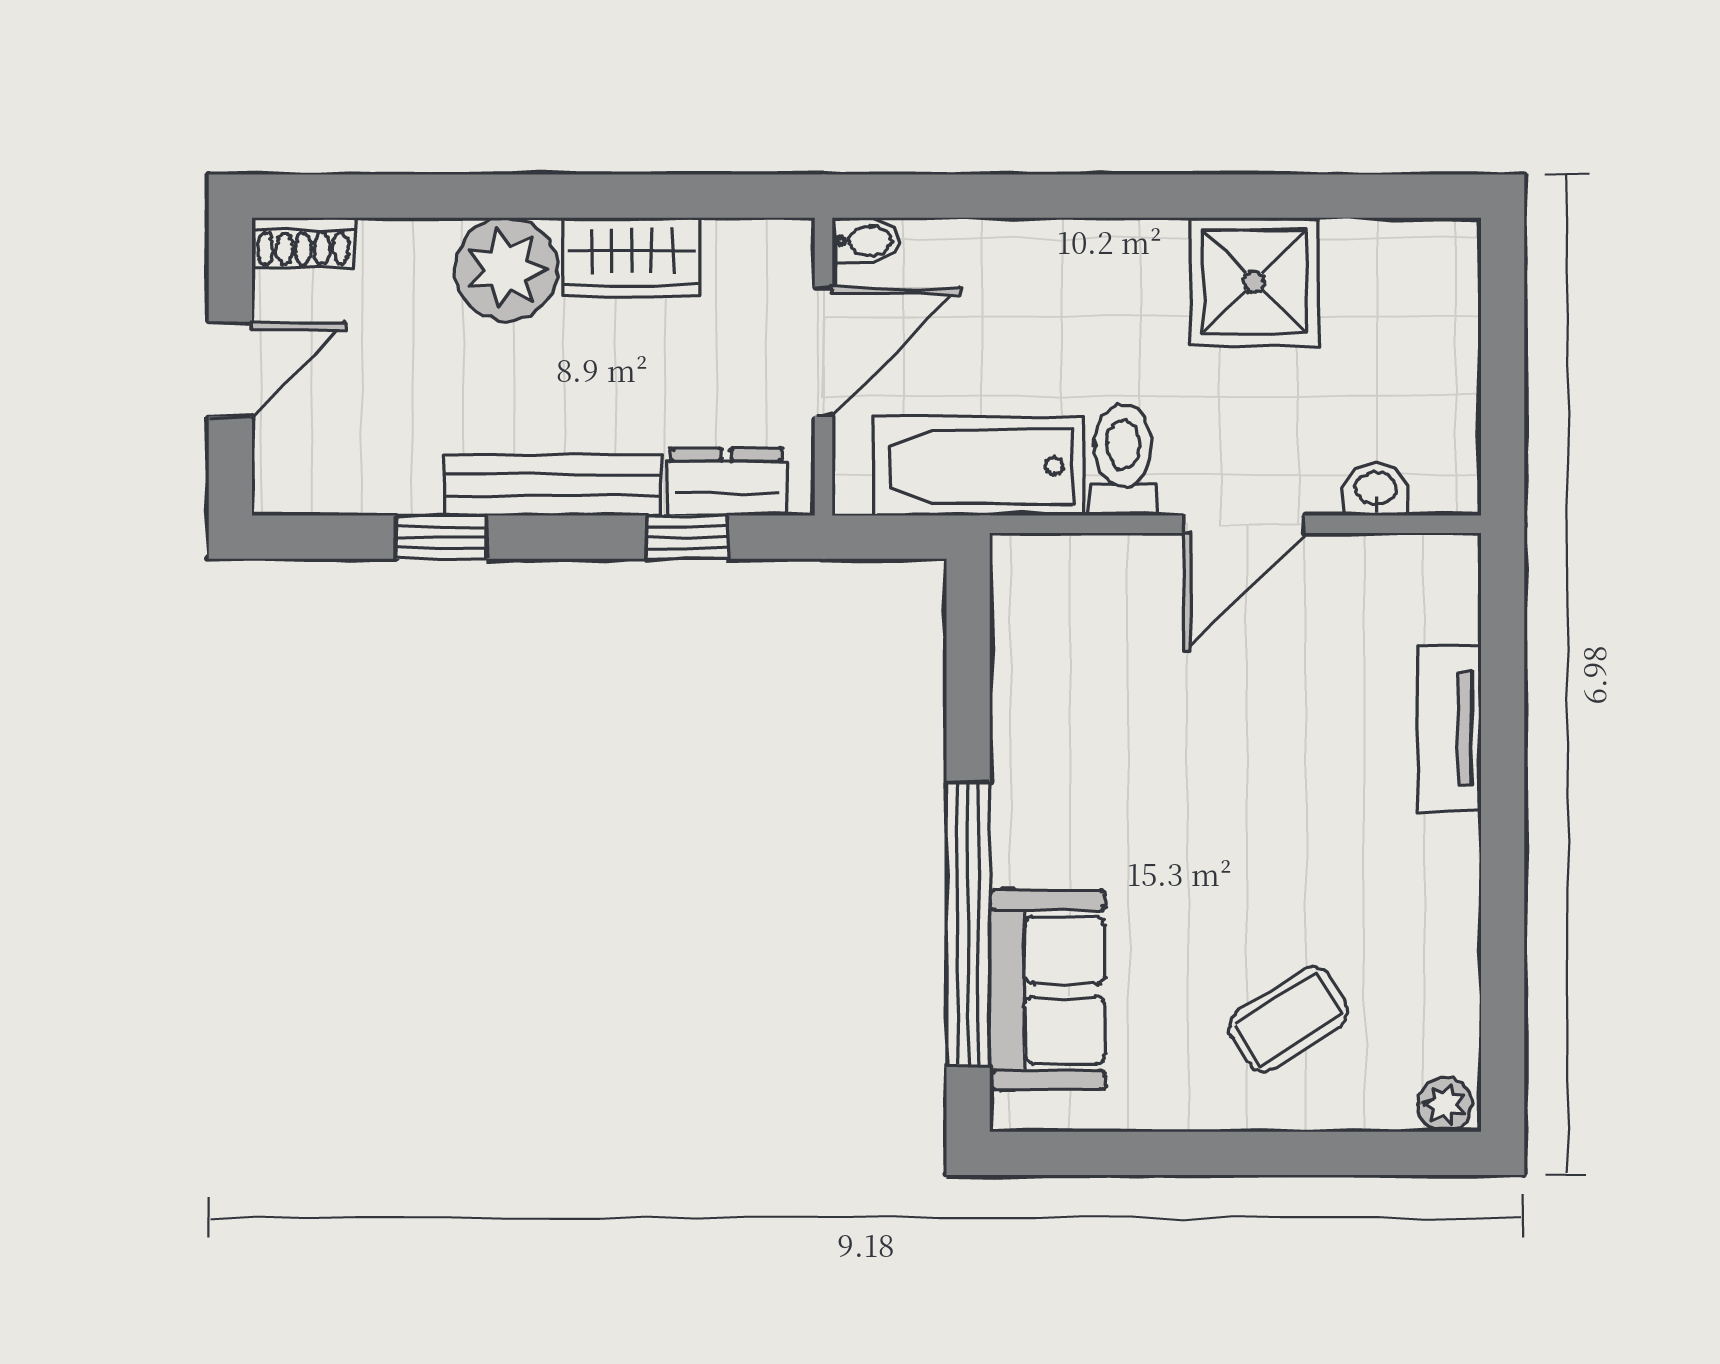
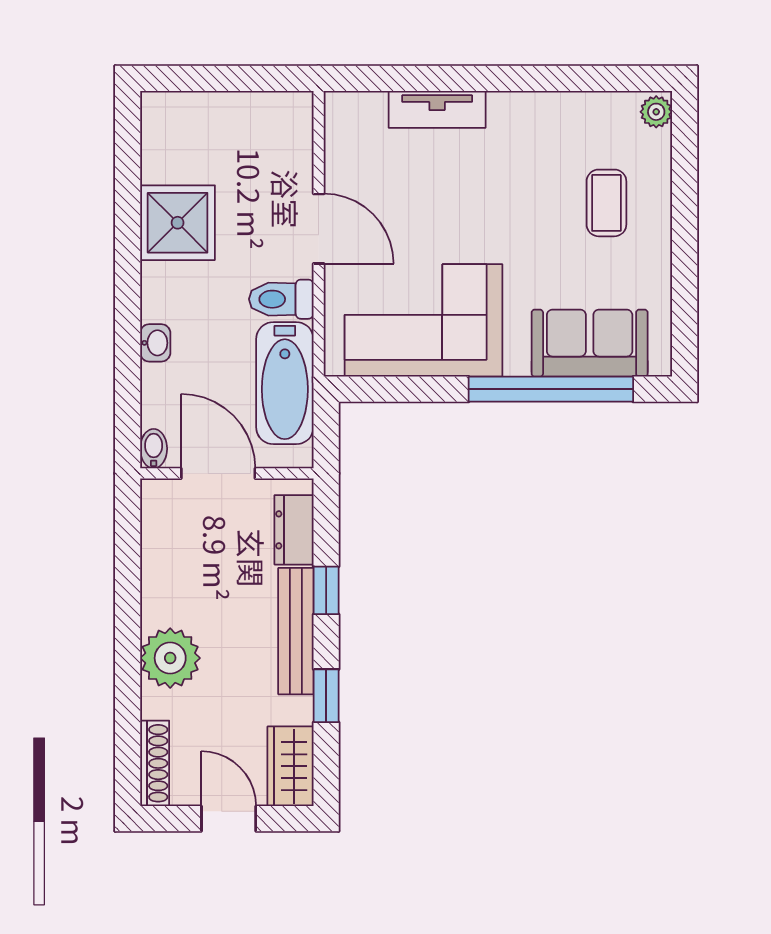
shoe rack: (303, 243) -> (155, 763), width x1.43
wardrobe: (632, 257) -> (290, 766), moved, turned 180
washbasin: (1375, 490) -> (155, 343), moved, turned 180
window: (687, 537) -> (326, 590), moved
corner sofa: (1086, 705) -> (424, 320), added
coffee table: (1288, 1019) -> (606, 203), turned 33

